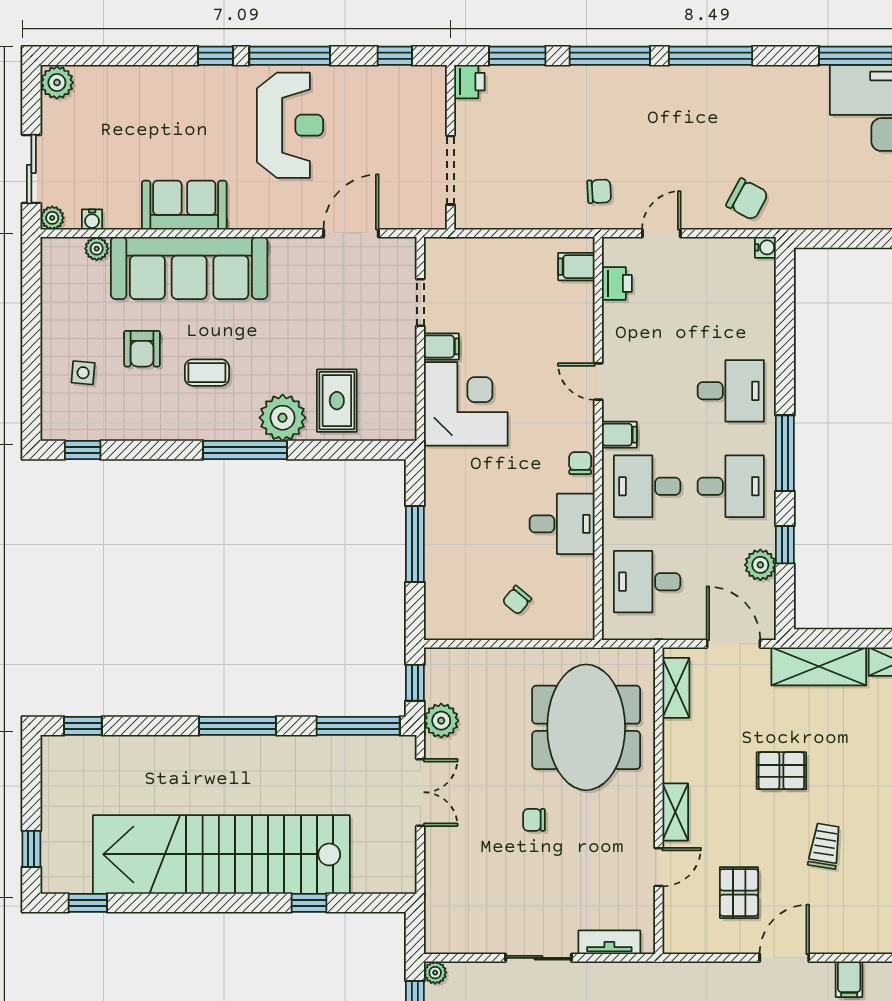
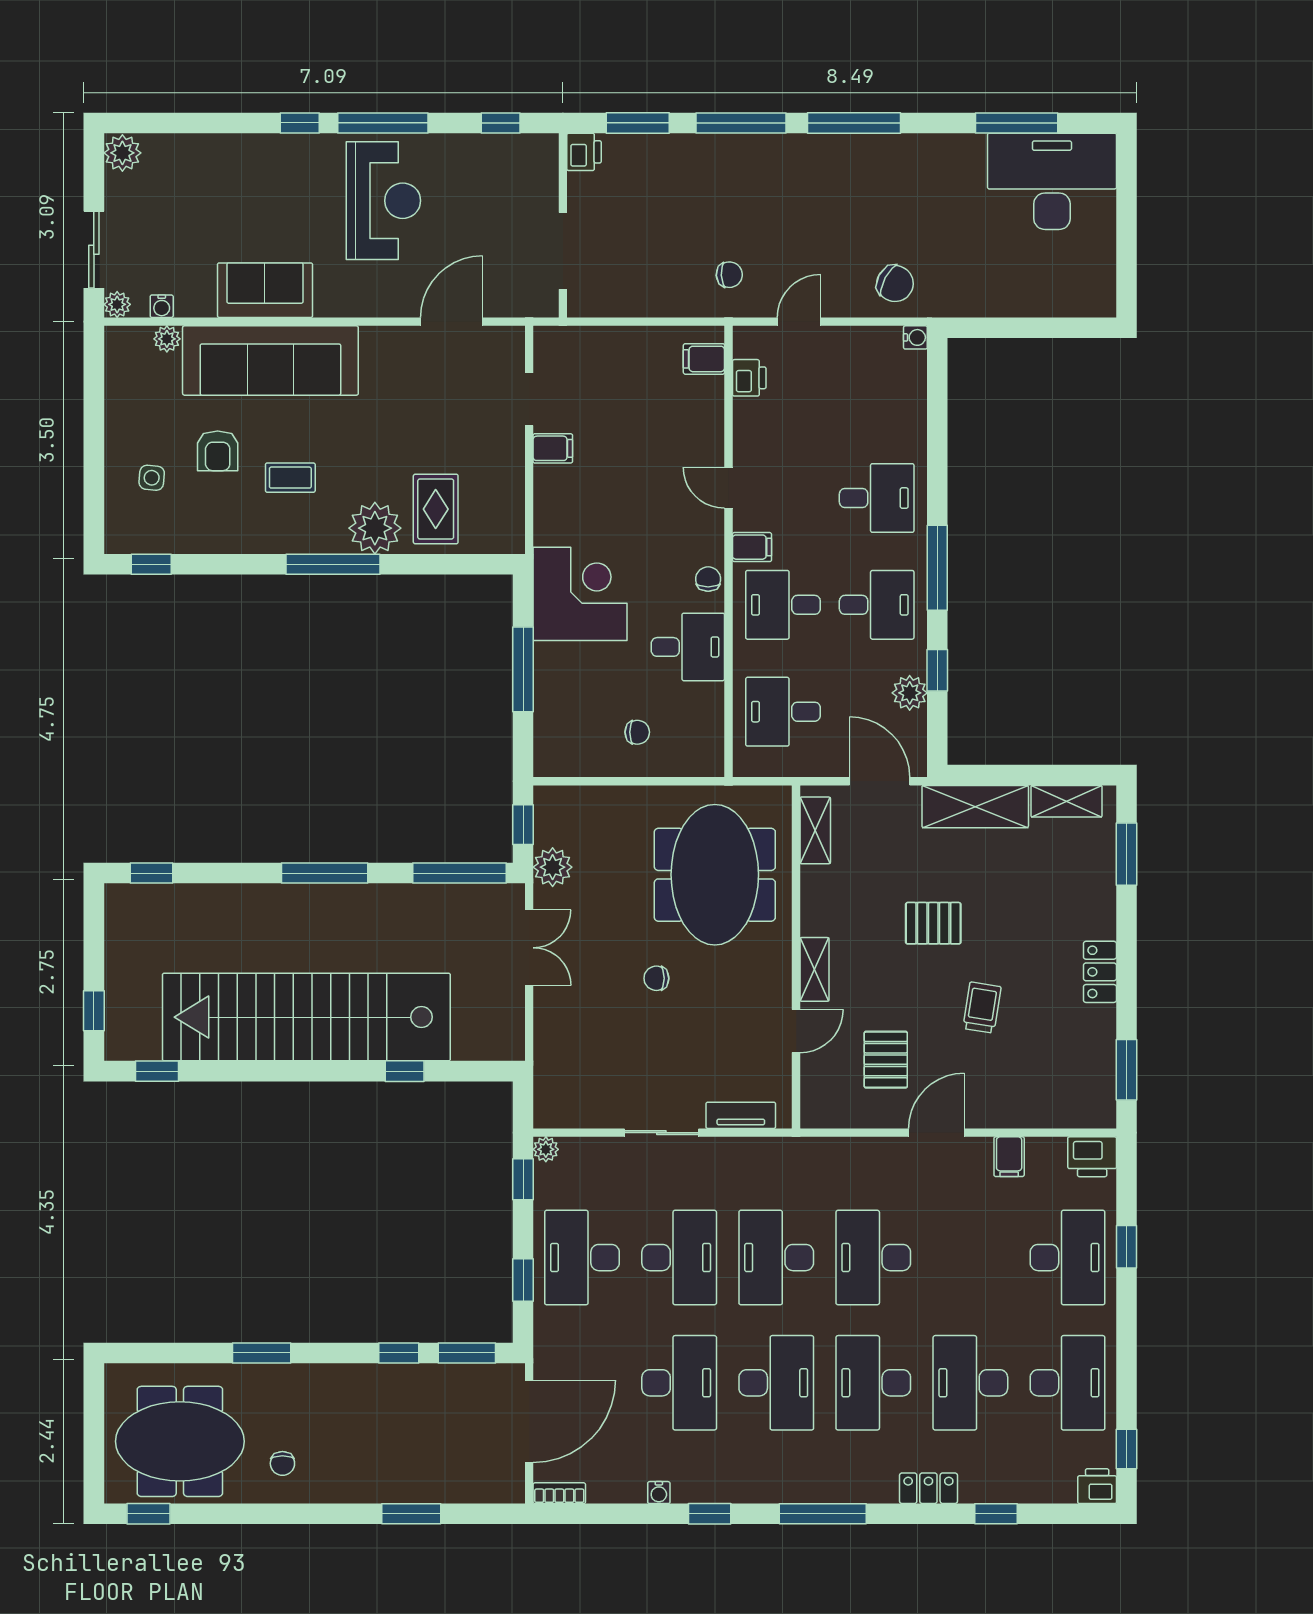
corner desk: (466, 404) -> (580, 594), moved
chair: (517, 600) -> (637, 732), turned -130

